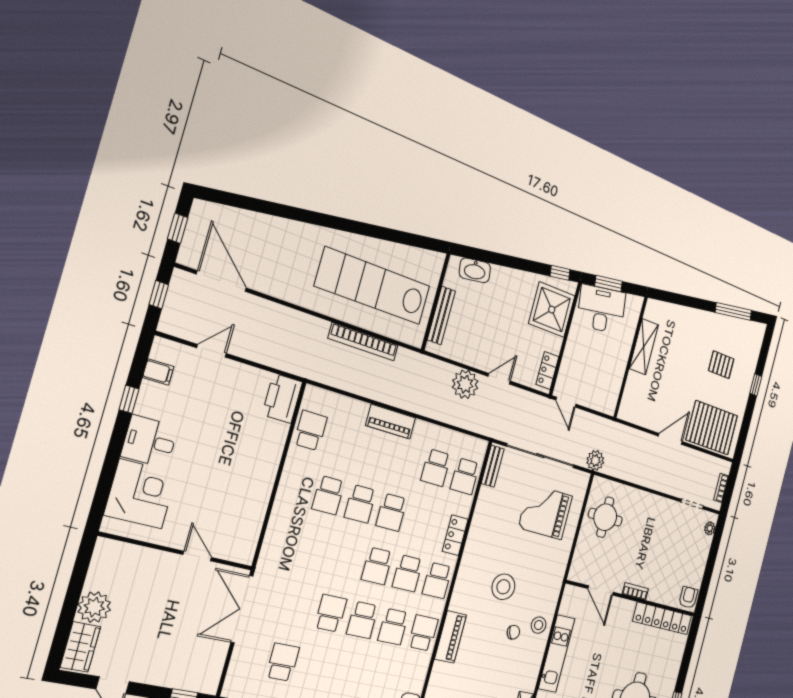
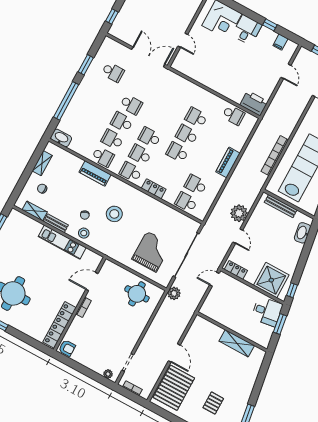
desk: (601, 309) -> (267, 311), width x0.73
bench: (493, 466) -> (56, 223), moved
door: (197, 556) -> (183, 40), hinge flipped

